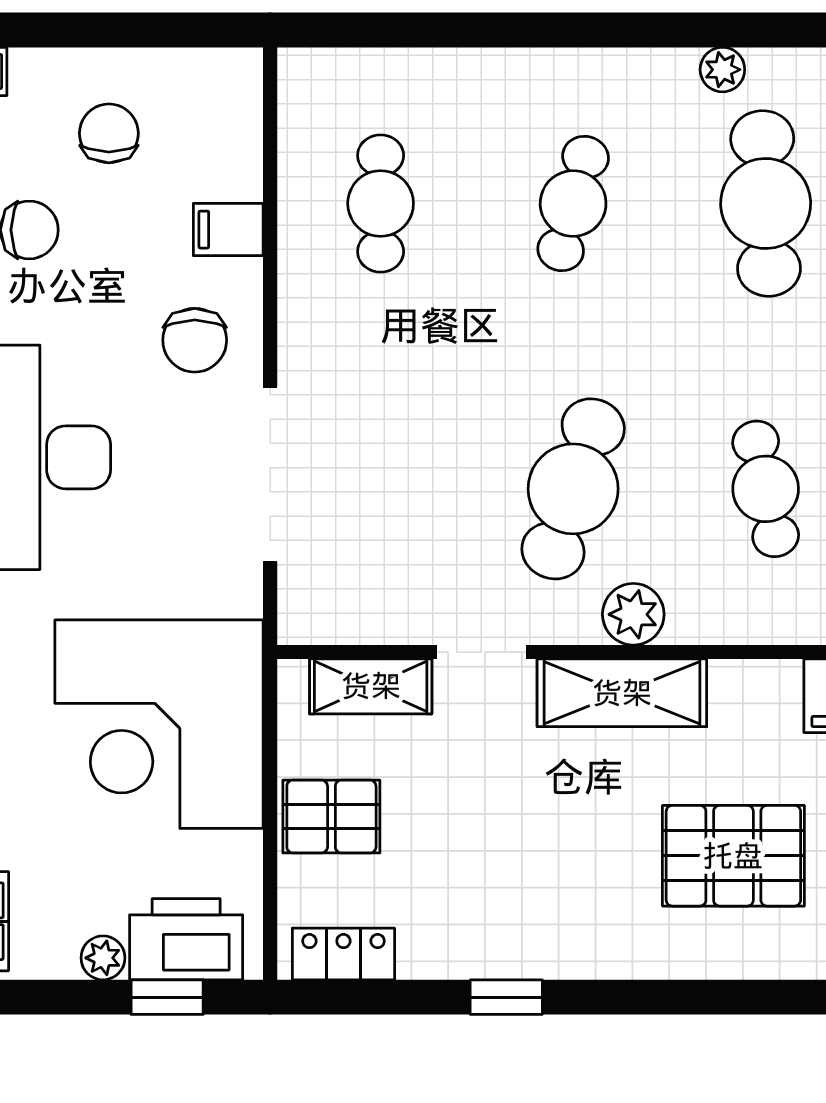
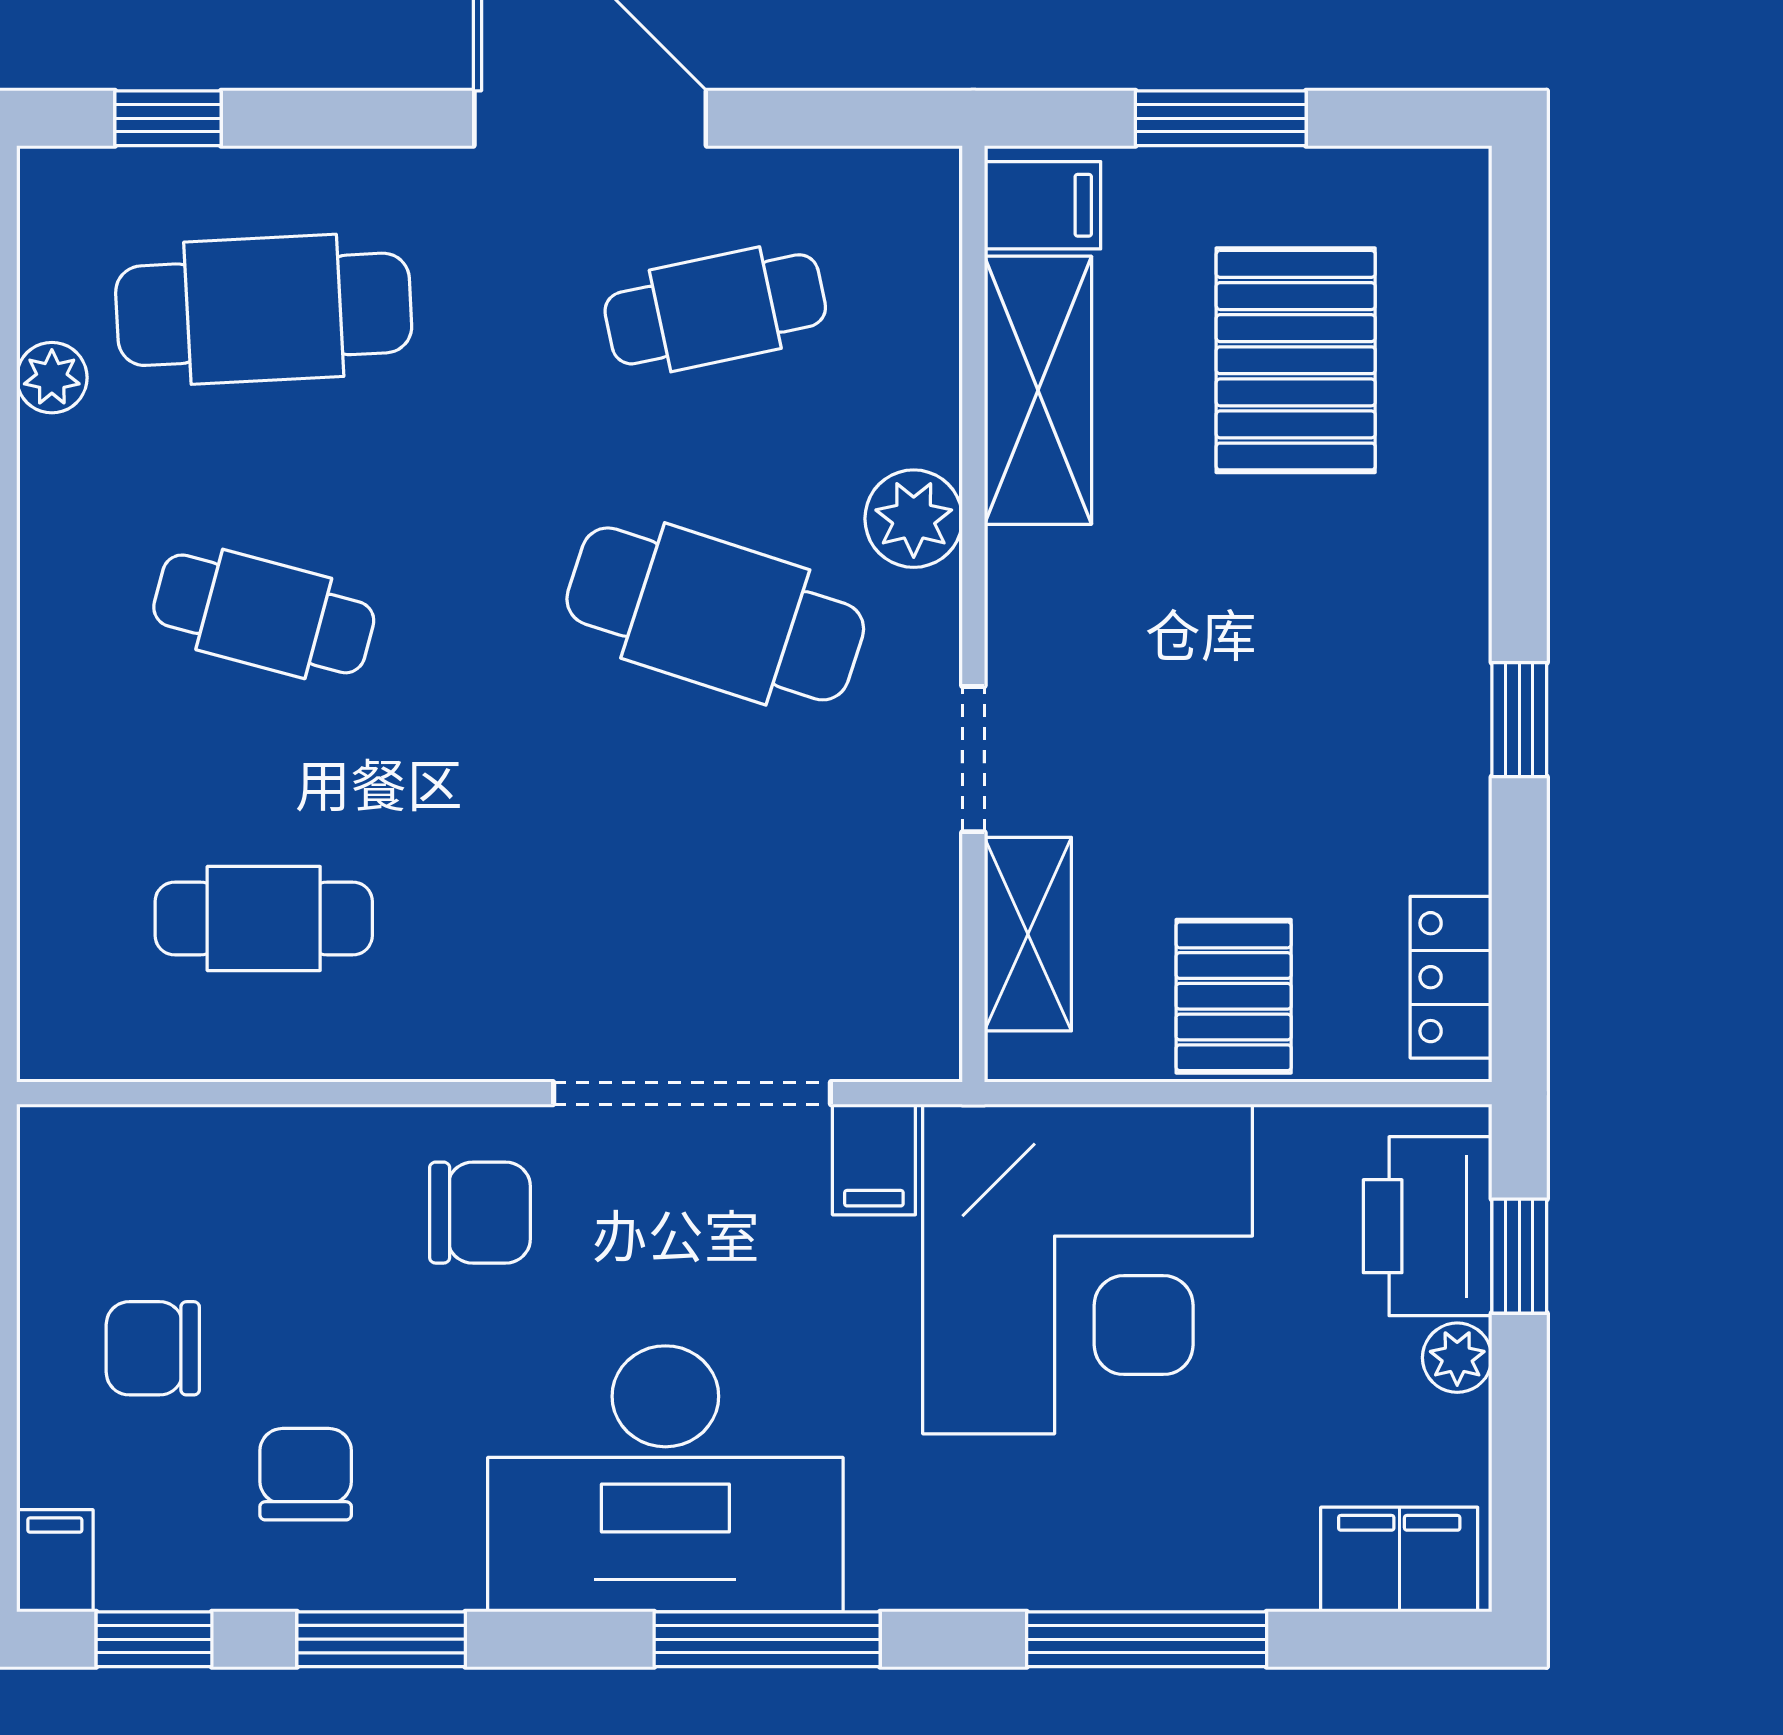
filing cabinet: (228, 230) -> (874, 1159), moved
shelving: (622, 693) -> (1038, 390), moved

